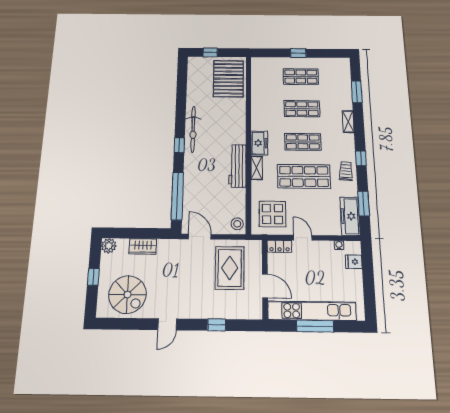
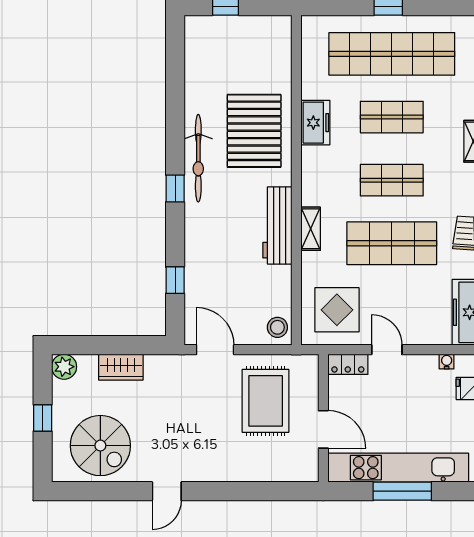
shop shelf: (301, 77) -> (392, 54), width x2.00, depth x1.36
pallet: (228, 79) -> (254, 131), moved
freezer: (259, 143) -> (315, 123), moved
window: (177, 196) -> (175, 280), width x0.32
window: (217, 325) -> (246, 491), removed

